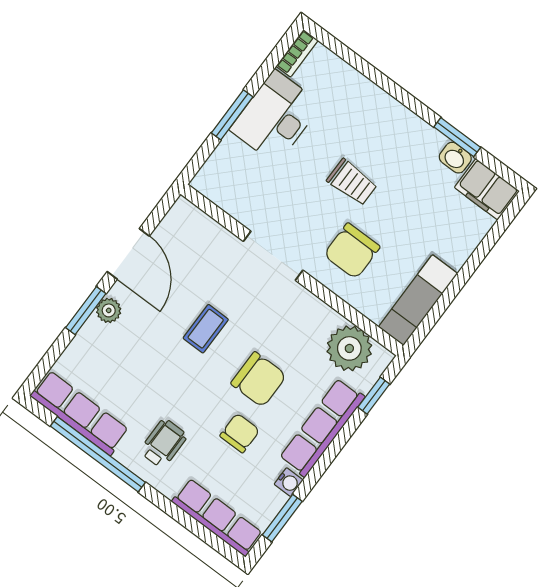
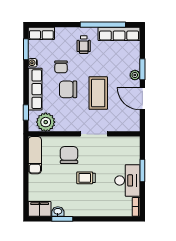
coffee table: (206, 329) -> (98, 93), width x1.86, depth x1.72
row of seats: (217, 517) -> (41, 33), width x0.68

